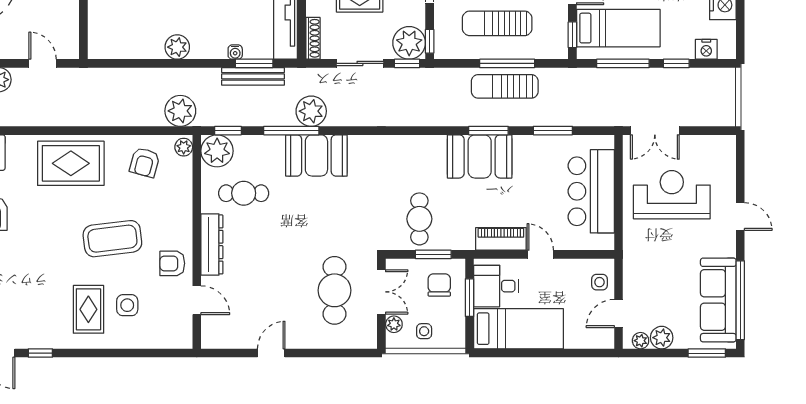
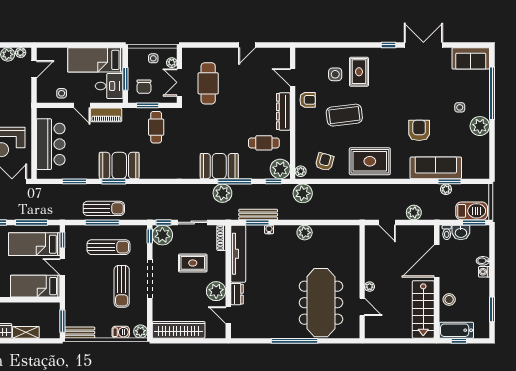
side table: (599, 282) -> (62, 93), moved

